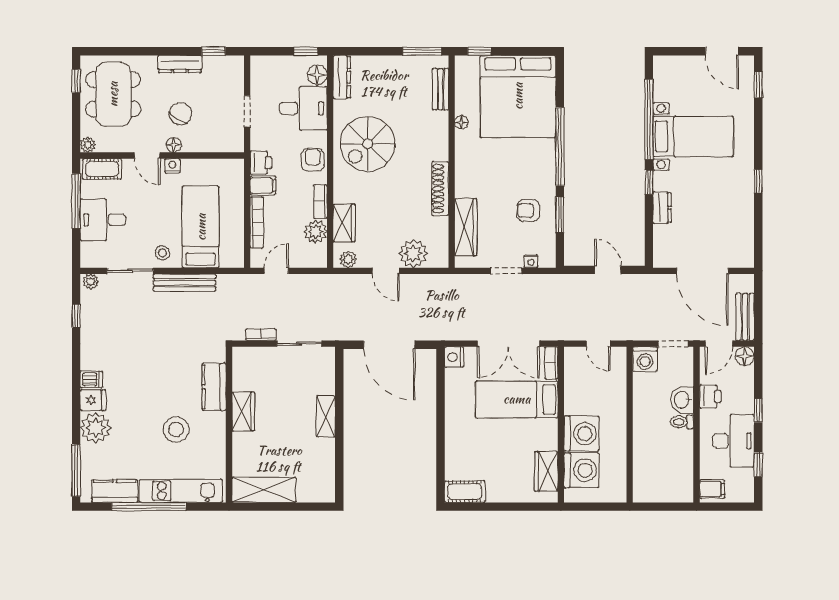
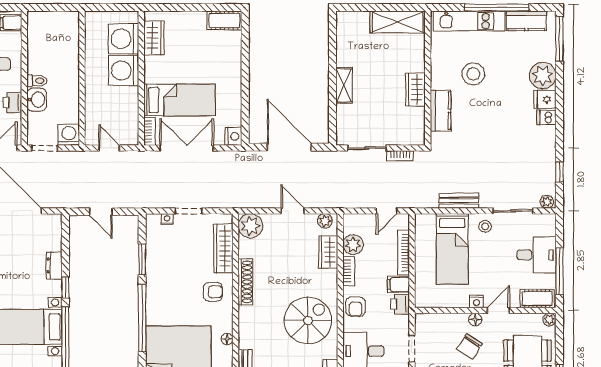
door: (147, 155) -> (498, 310), hinge flipped
armchair: (528, 211) -> (213, 292), moved
plant: (413, 254) -> (250, 226), moved
bench: (184, 283) -> (459, 201), width x0.73

